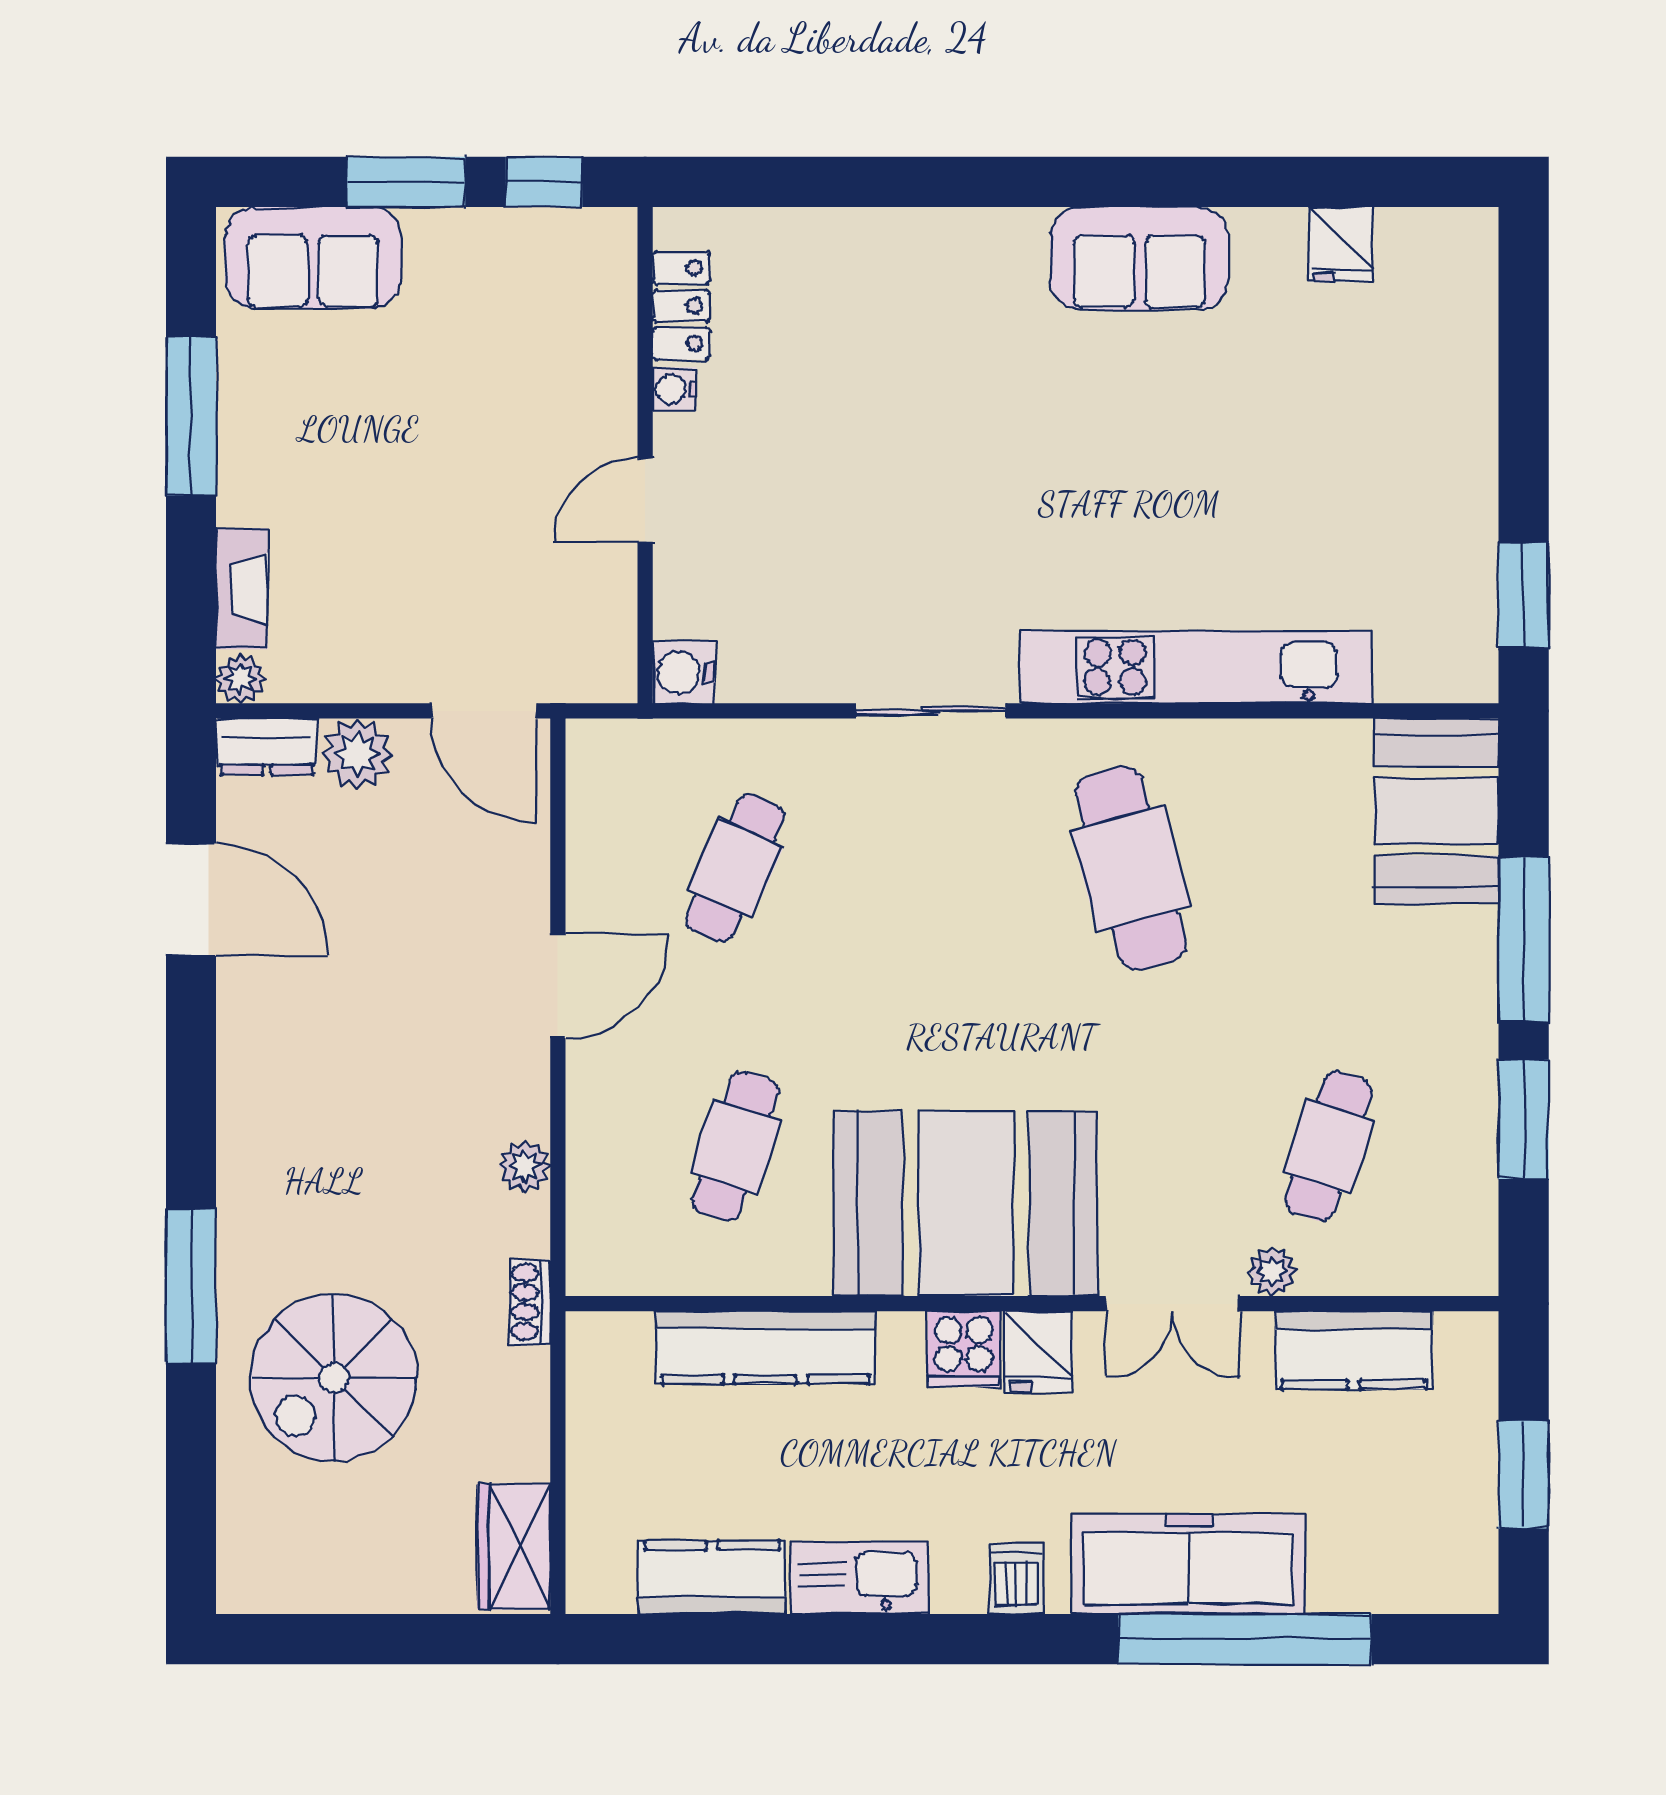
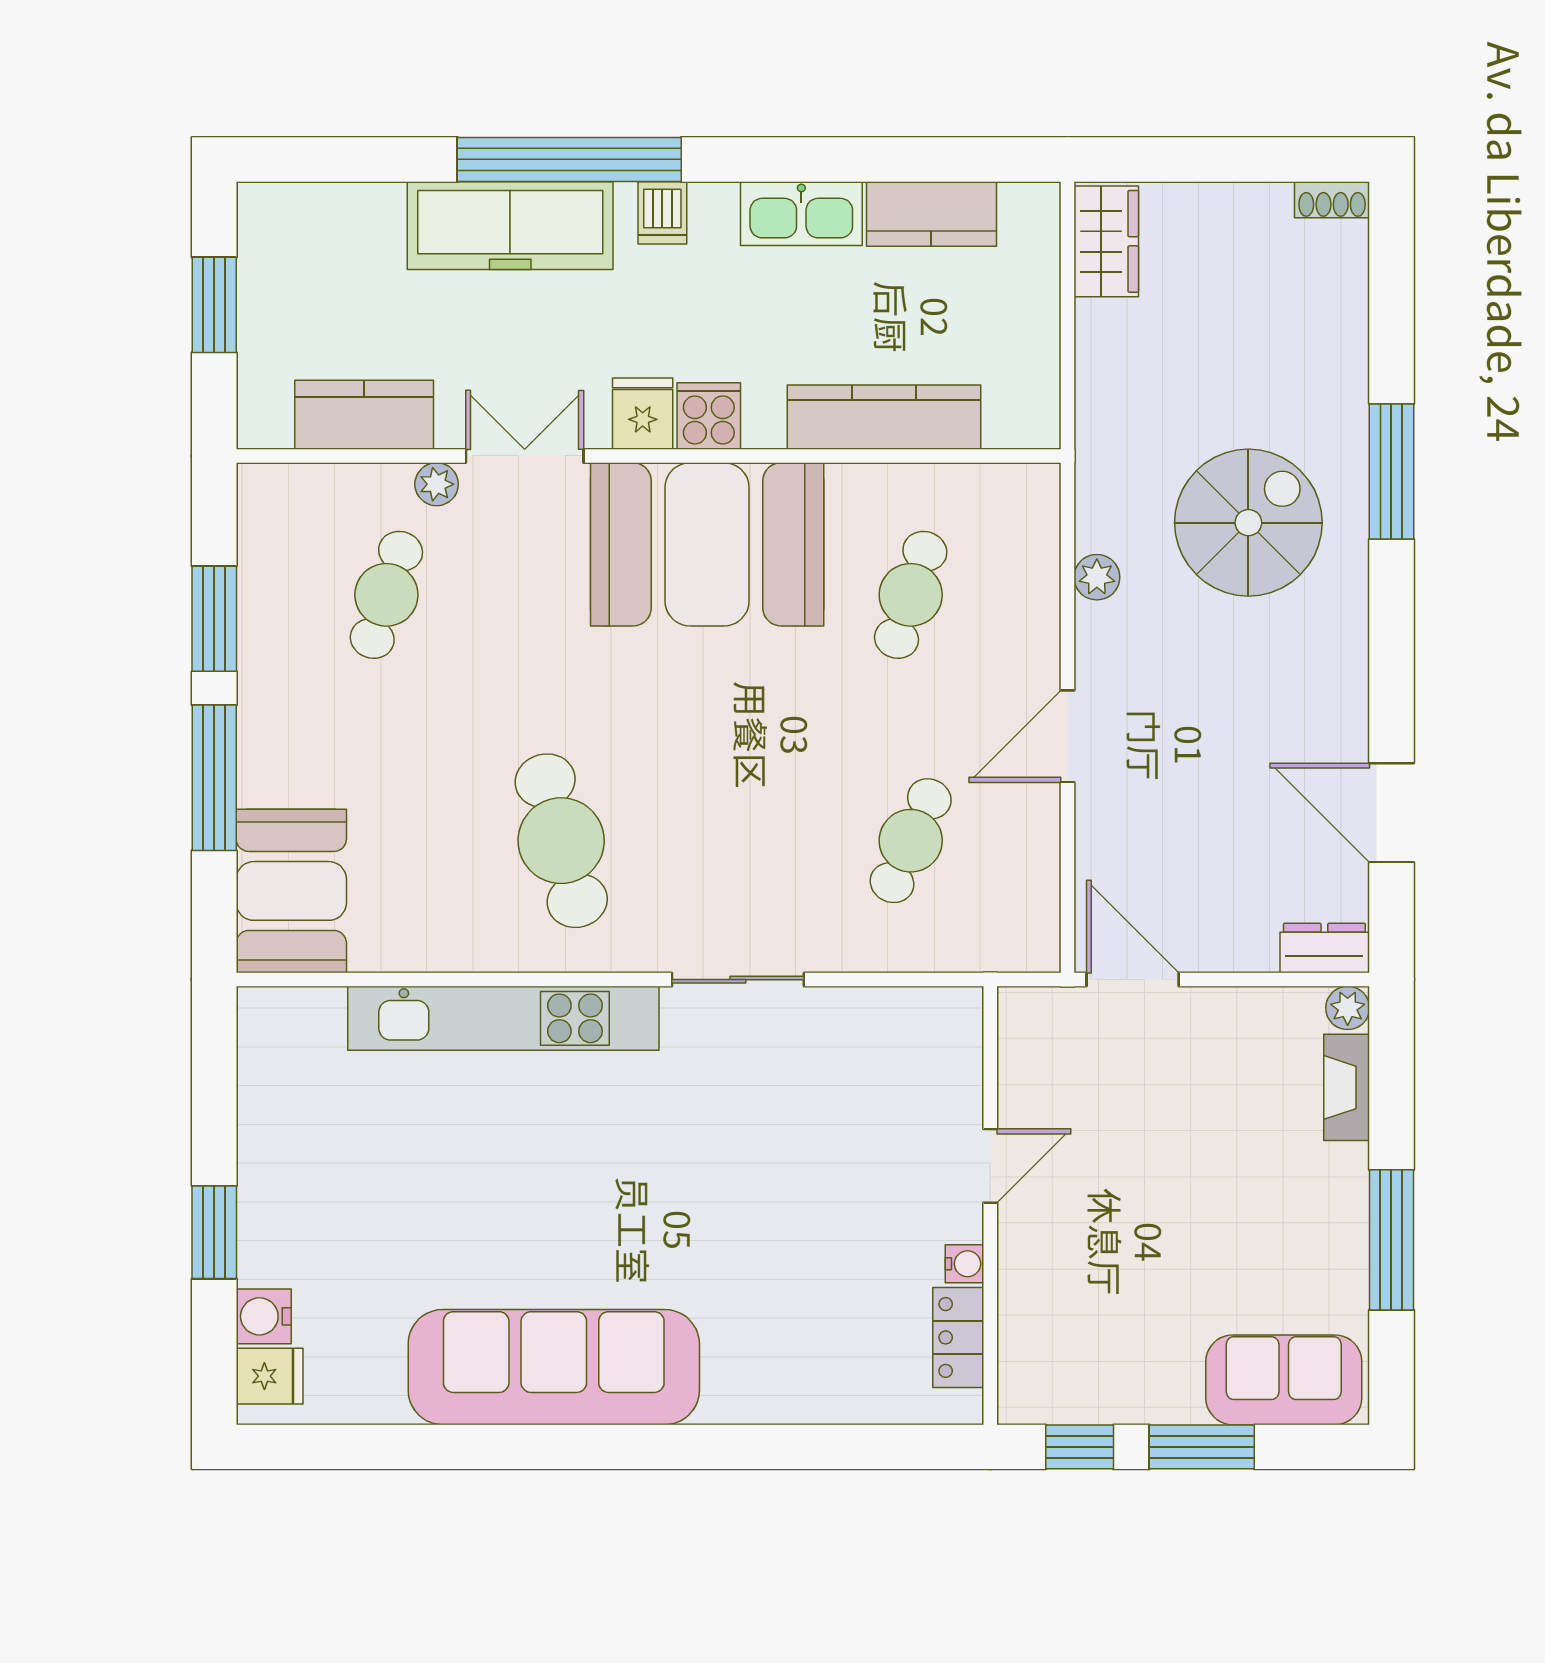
fridge: (1341, 245) -> (270, 1376), moved, turned 90
sofa: (1139, 258) -> (554, 1367), width x1.85, depth x1.27
window: (1524, 595) -> (214, 1232), moved
water cooler: (684, 672) -> (264, 1316), moved, turned 180
plant: (357, 754) -> (1244, 942), removed
shoe rack: (530, 1302) -> (1332, 200), moved, turned 90
spiral stairs: (334, 1378) -> (1248, 523), moved
window: (1245, 1639) -> (569, 159), moved

